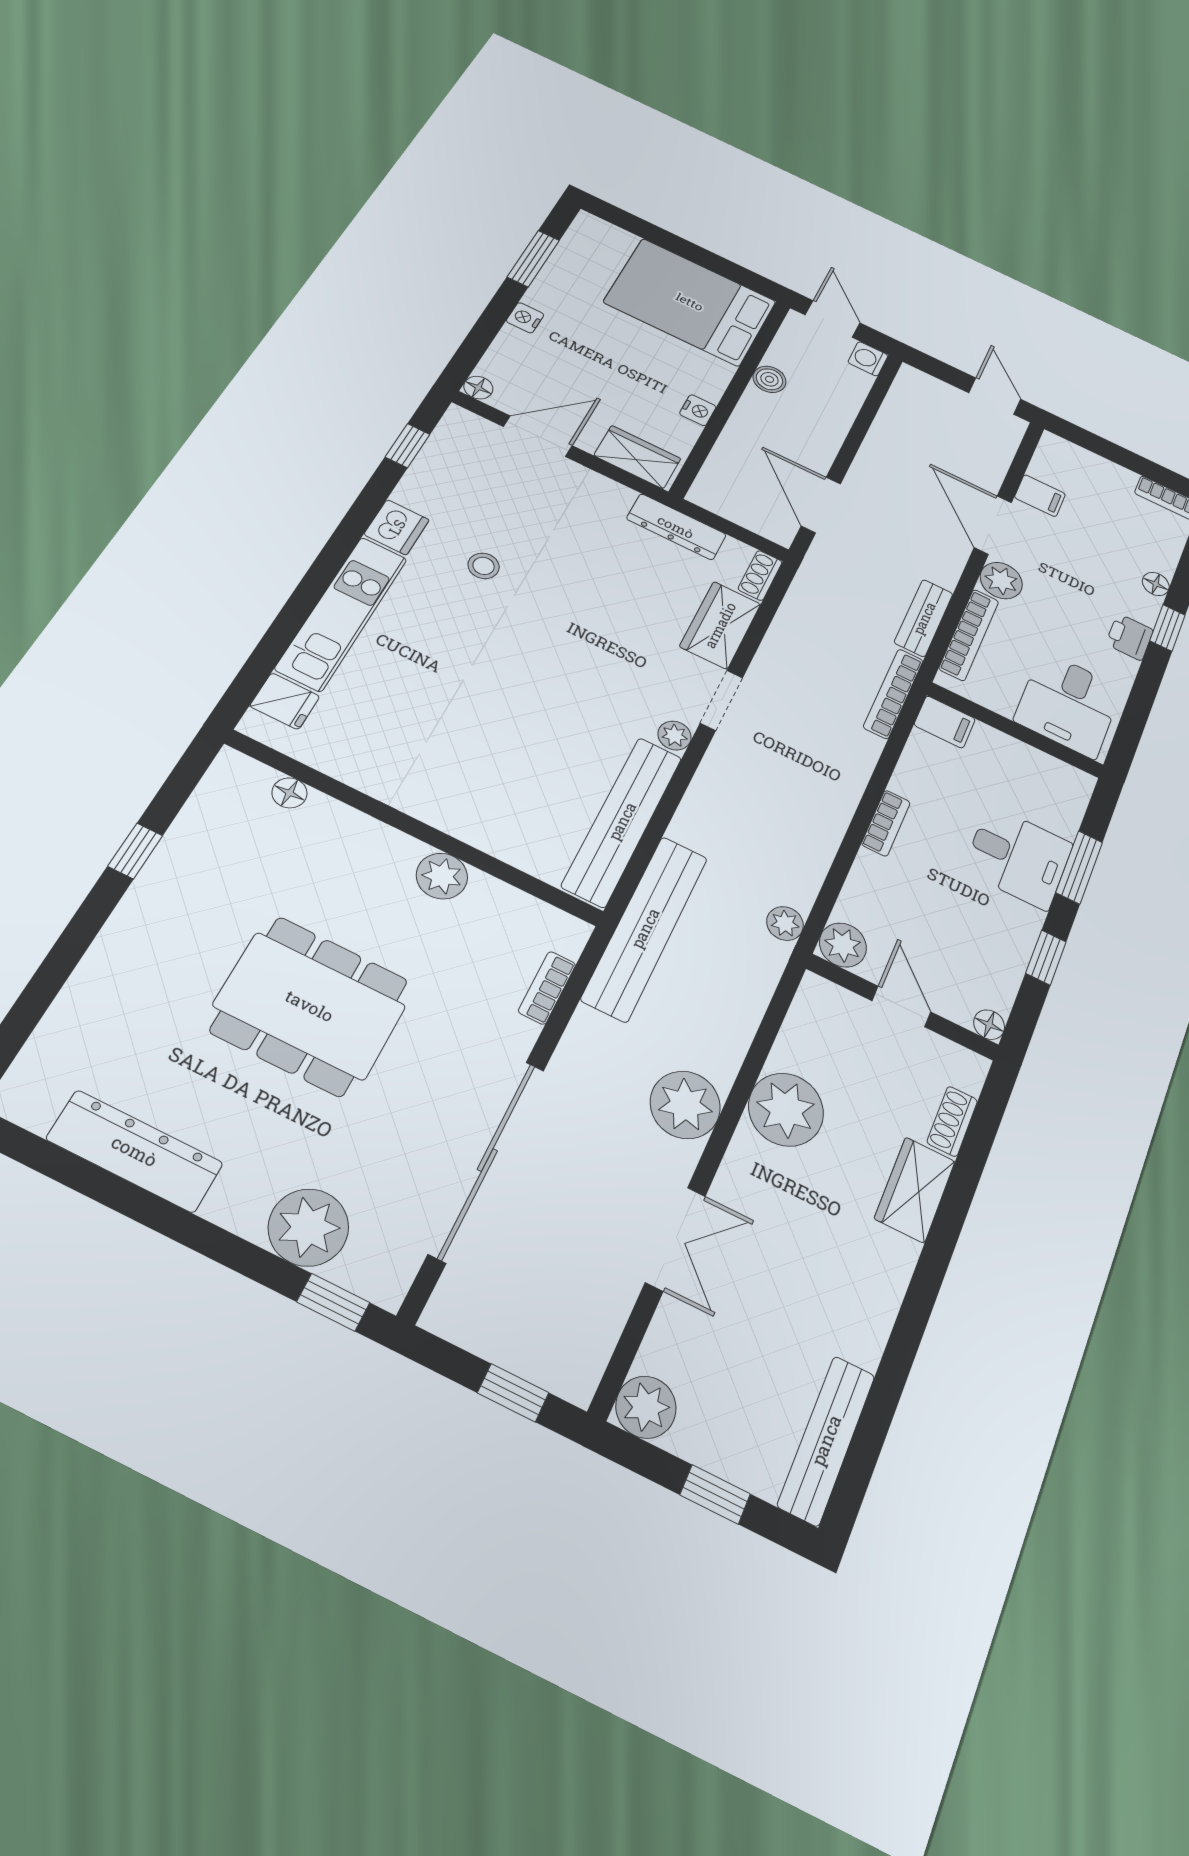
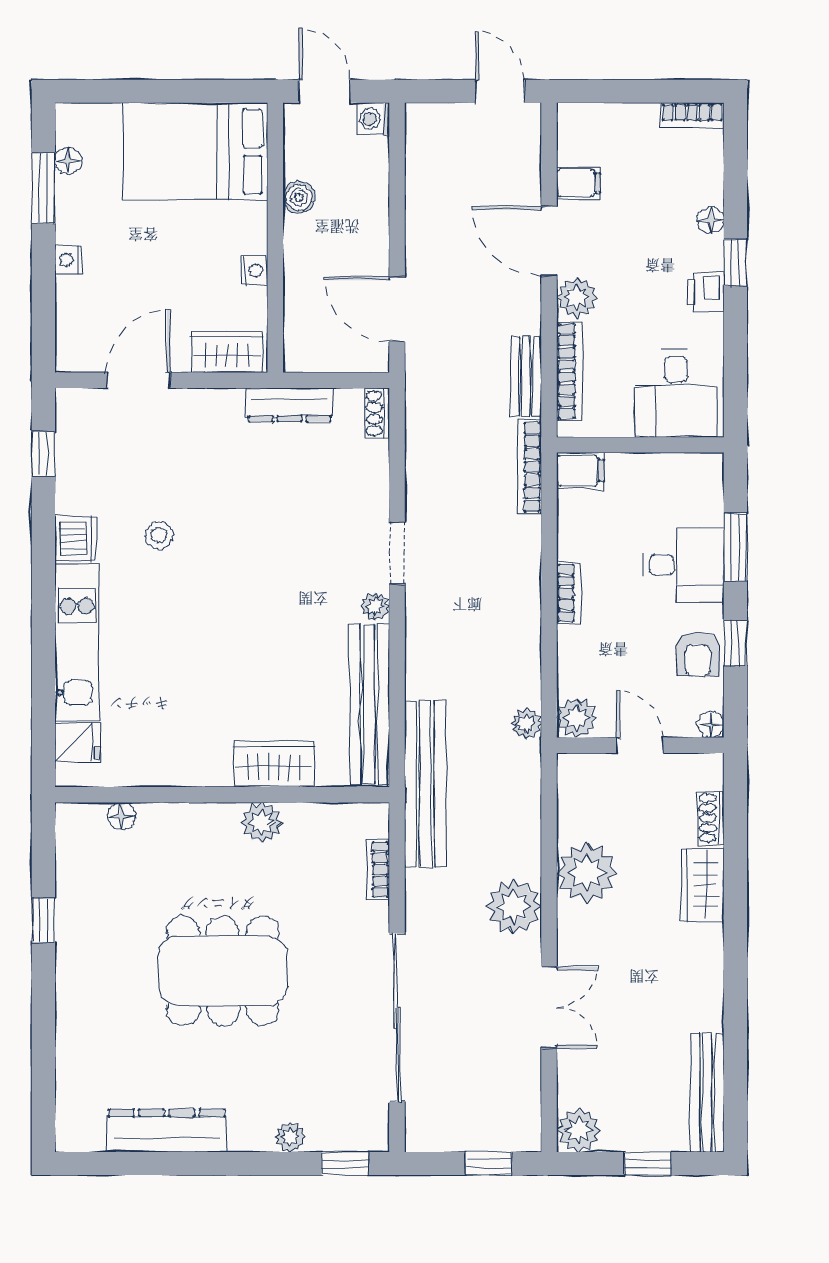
floor lamp: (478, 388) -> (68, 161), moved
wardrobe: (720, 625) -> (274, 764), moved, turned 90
armchair: (1001, 948) -> (698, 654), added
plant: (308, 1227) -> (290, 1137), width x0.53, depth x0.53

